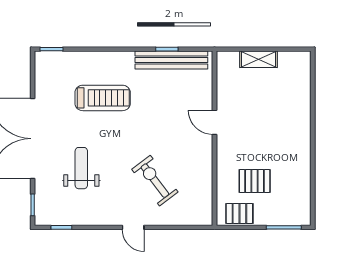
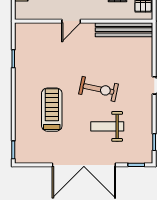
bench: (171, 60) -> (124, 30), moved, turned 90
exercise bike: (155, 181) -> (99, 89), moved, turned -131

